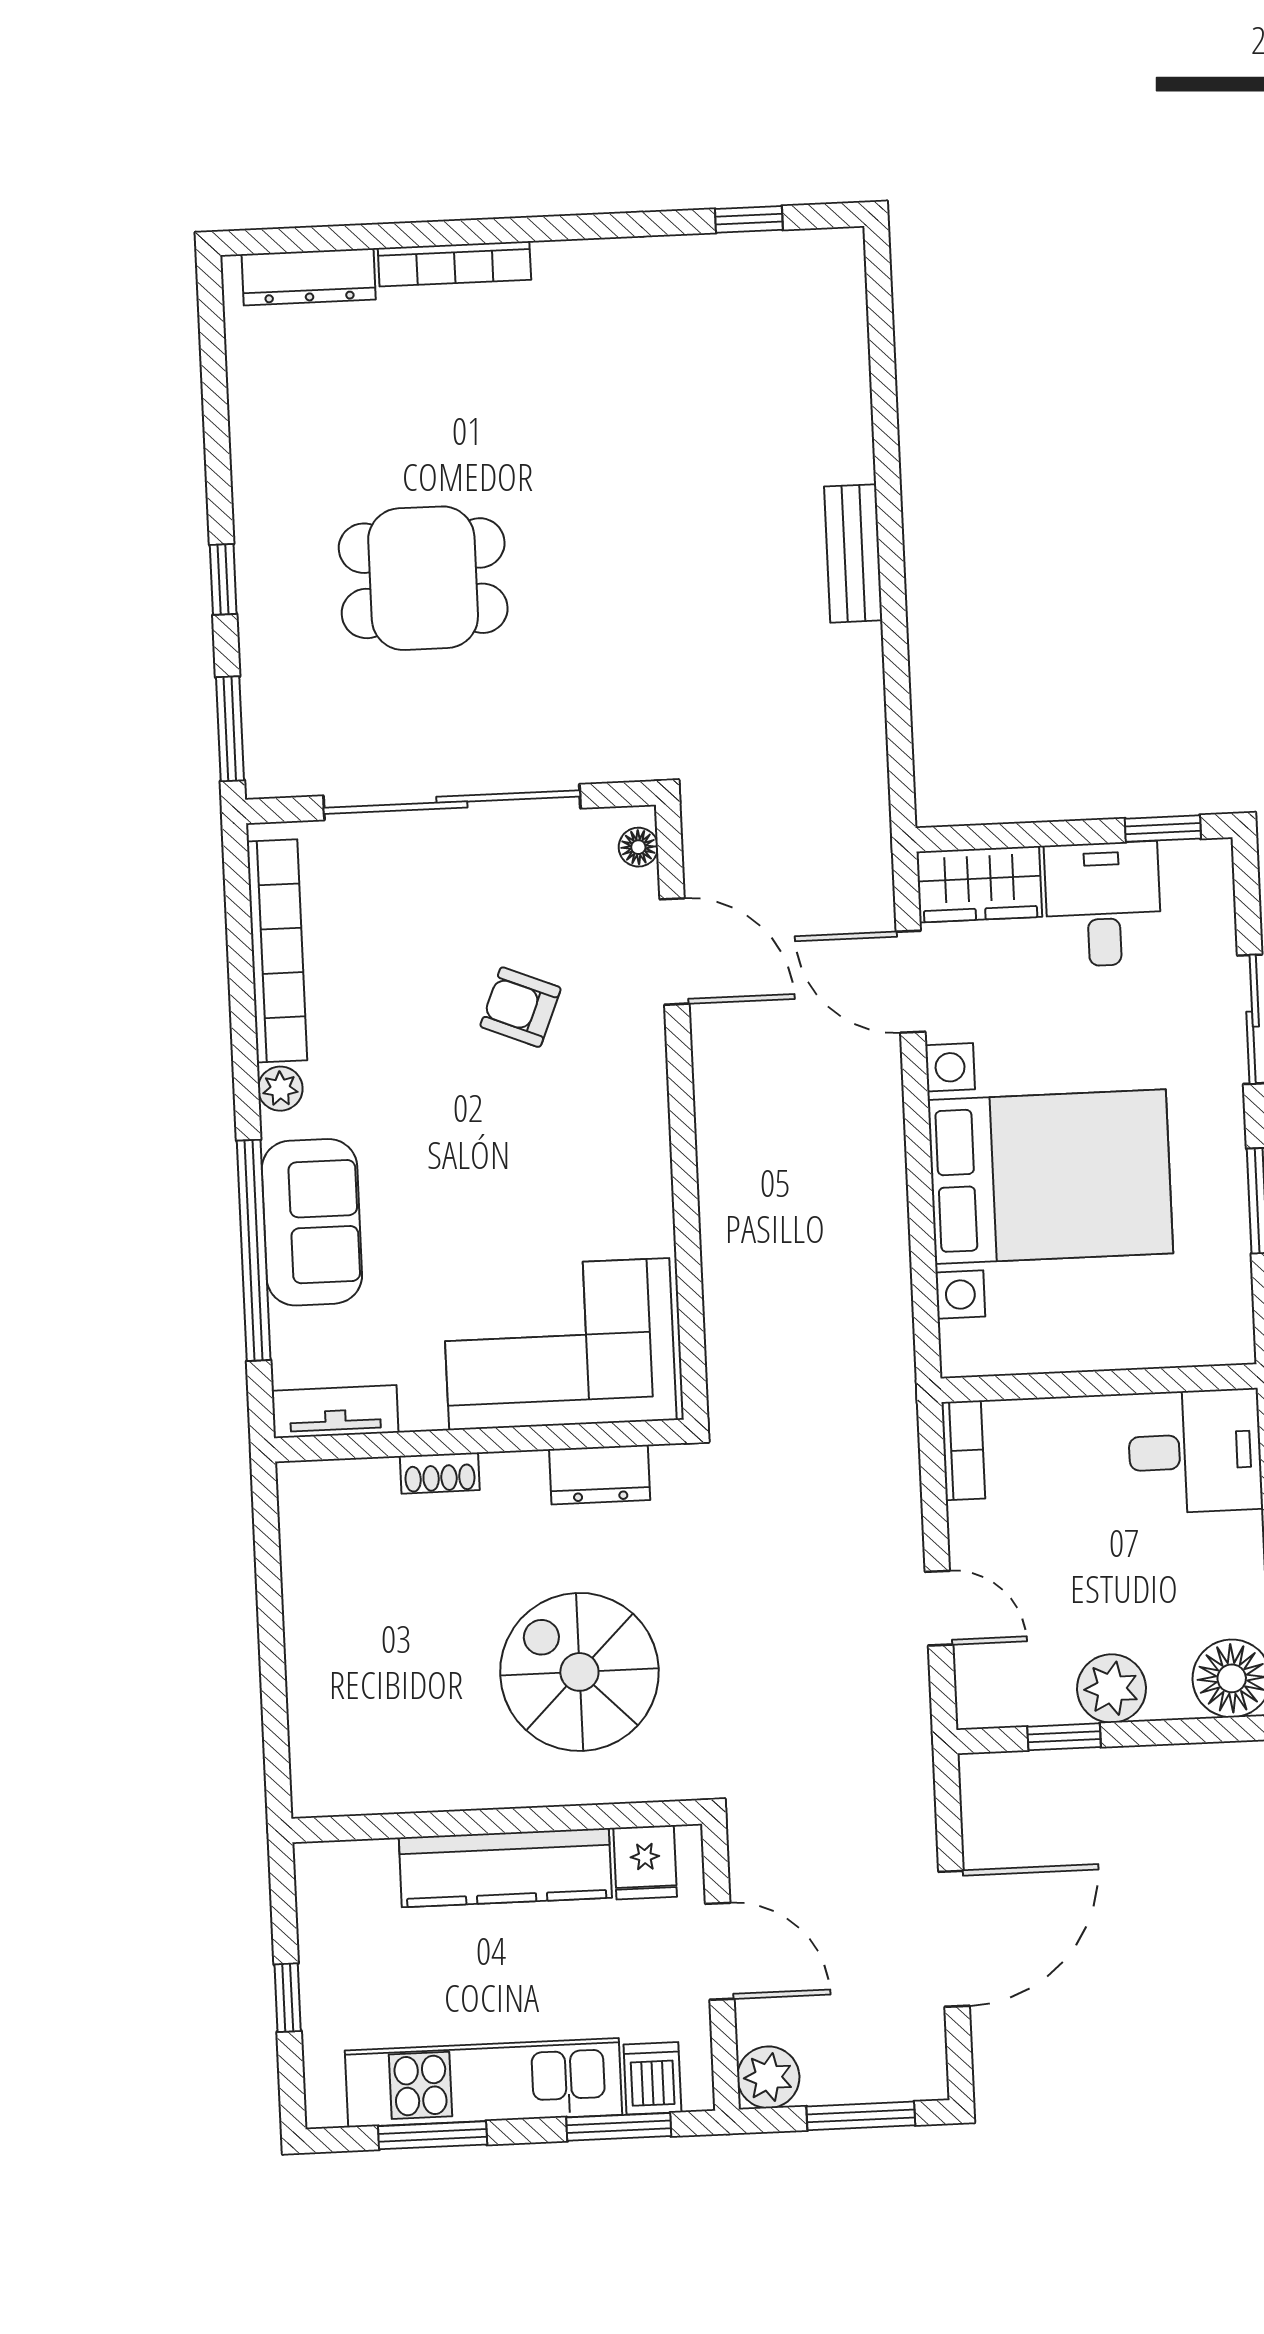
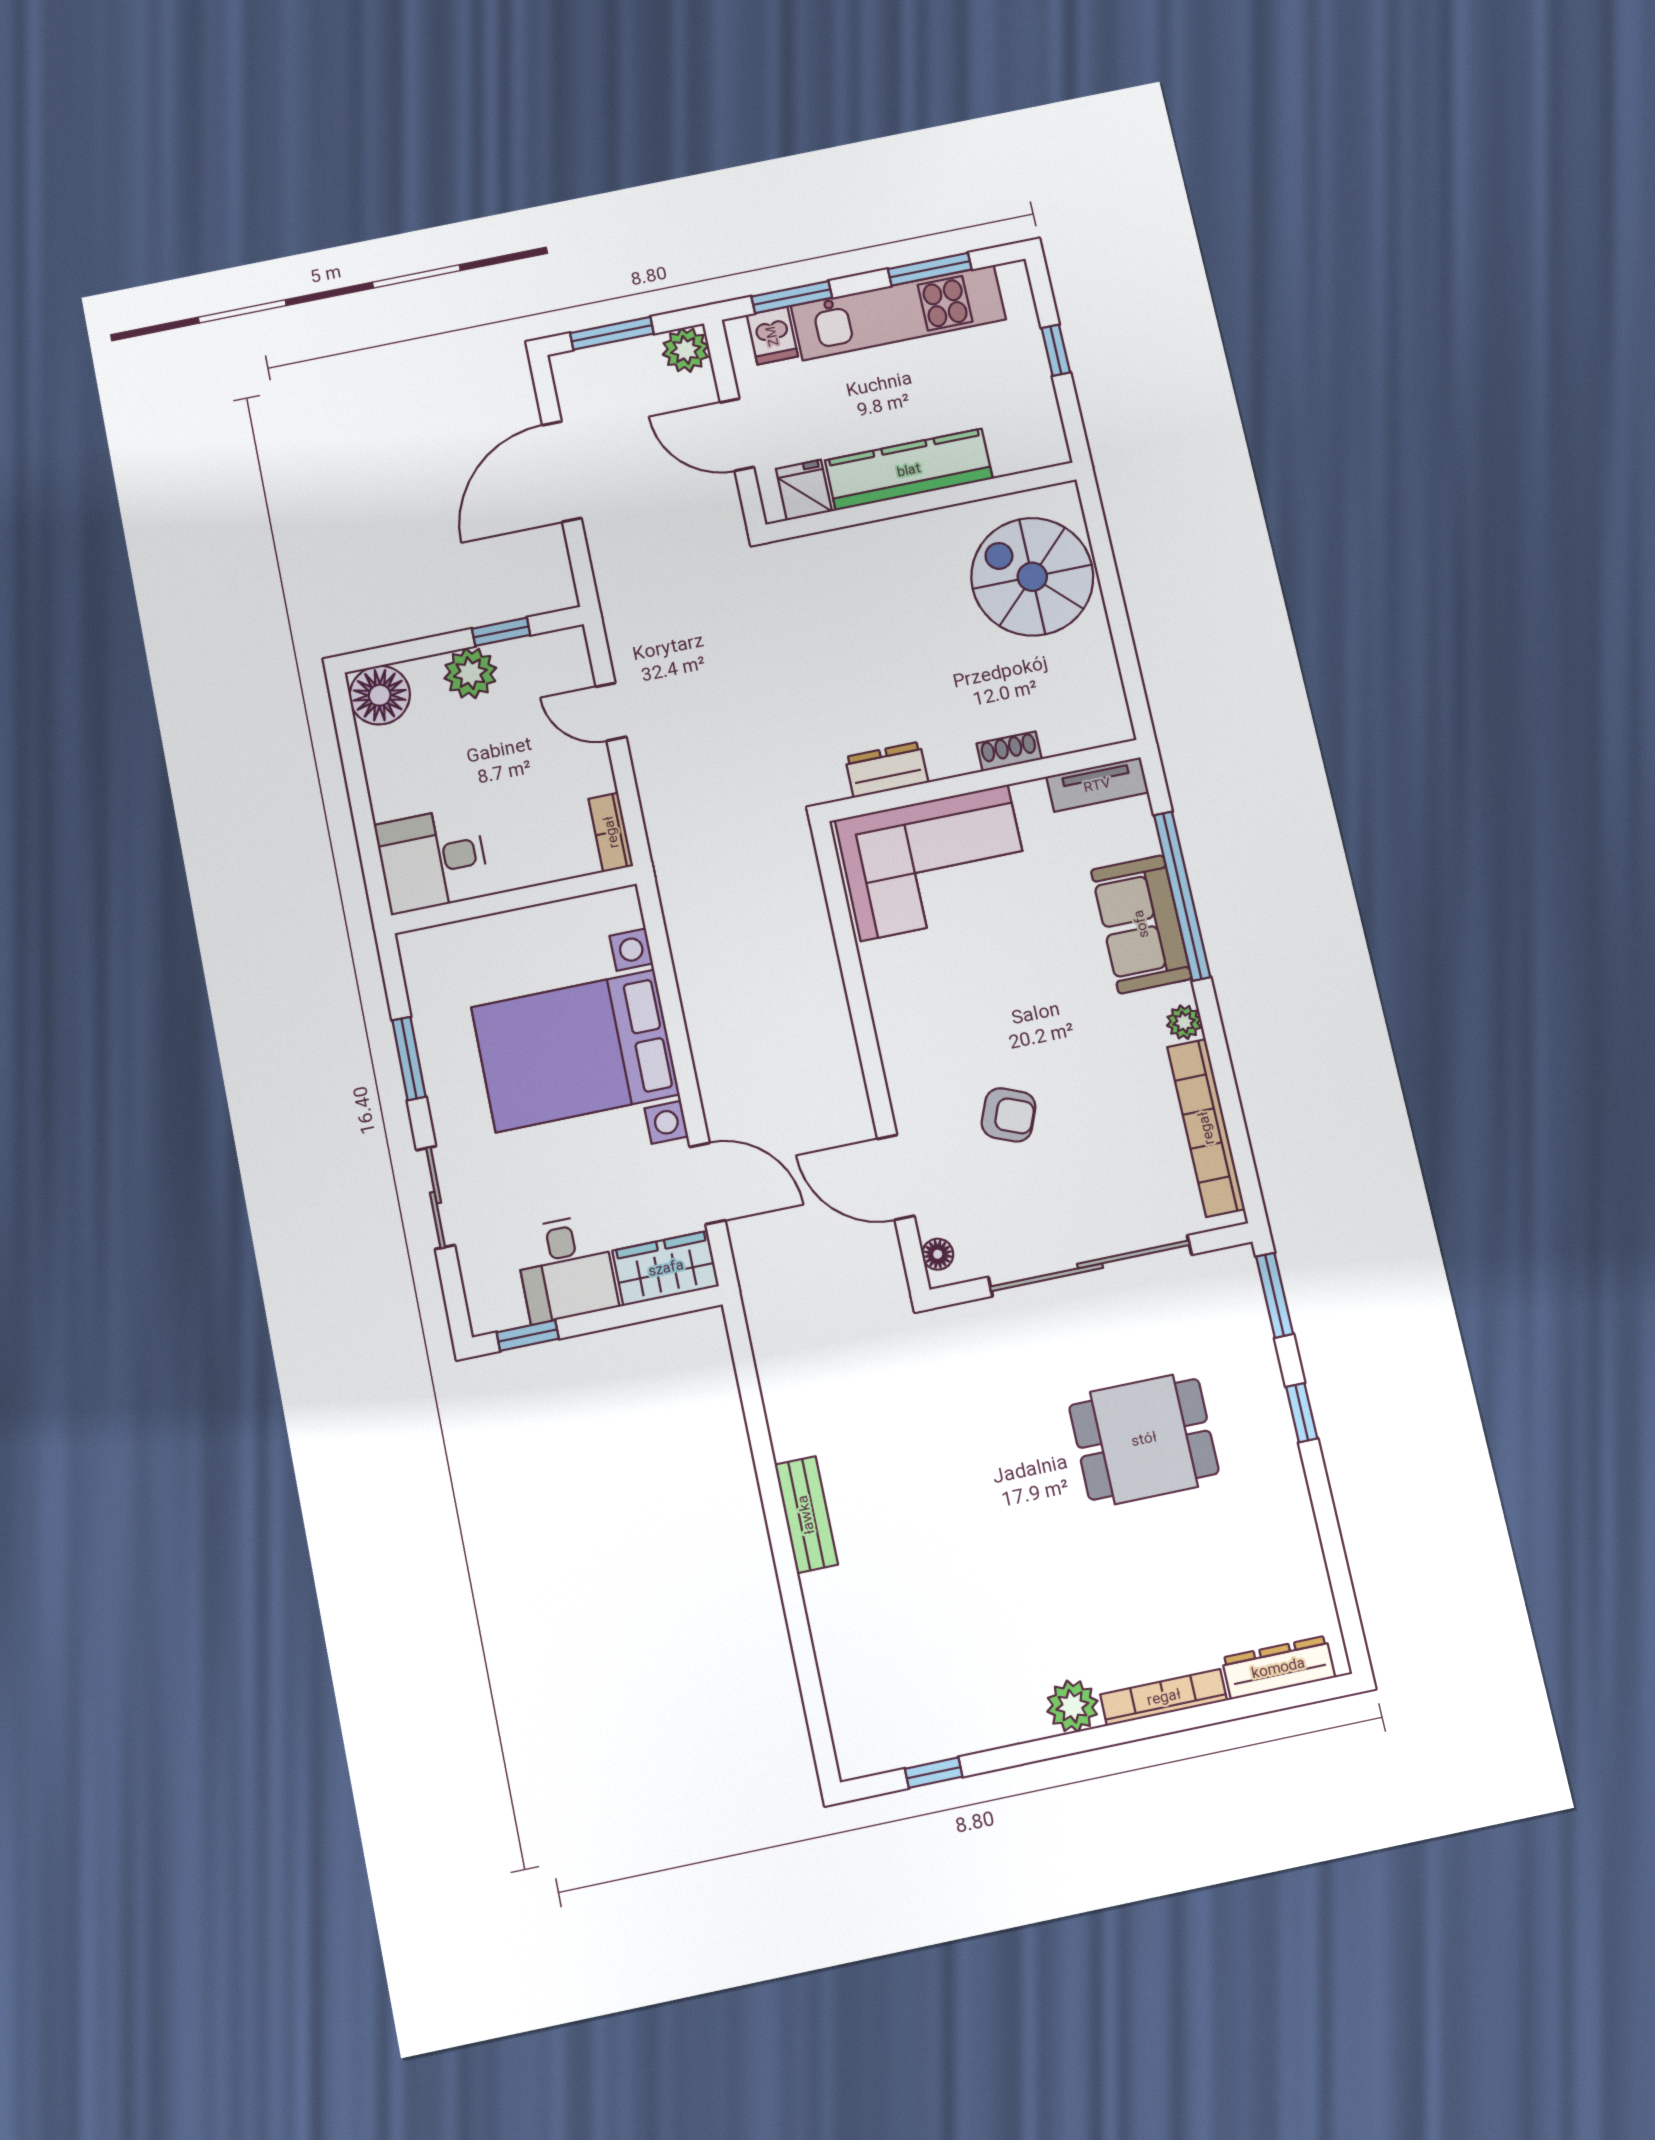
plant: (567, 271) -> (1072, 1706), added
spiral stairs: (579, 1672) -> (1032, 577), moved, turned 180

